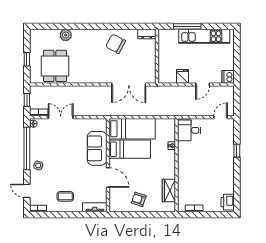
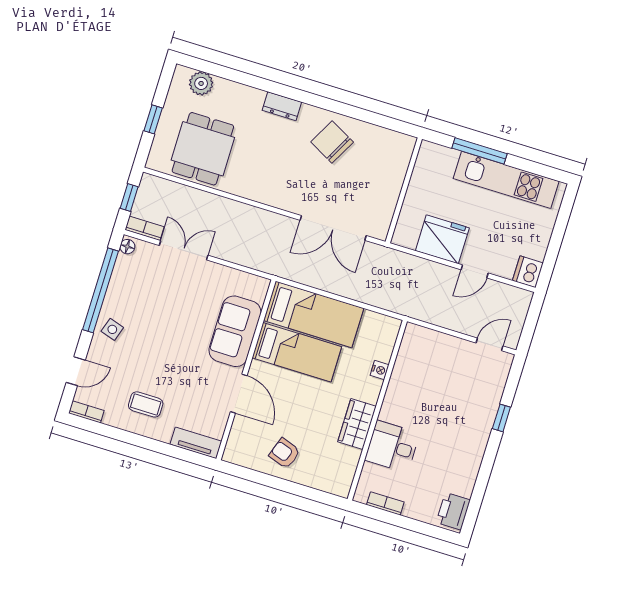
dresser: (147, 34) -> (282, 106), moved
plant: (66, 35) -> (201, 83), moved
fridge: (183, 76) -> (442, 239), width x1.88, depth x1.34
desk: (189, 130) -> (392, 447), moved
wardrobe: (169, 190) -> (357, 424), moved
door: (27, 191) -> (76, 371), swing flipped

